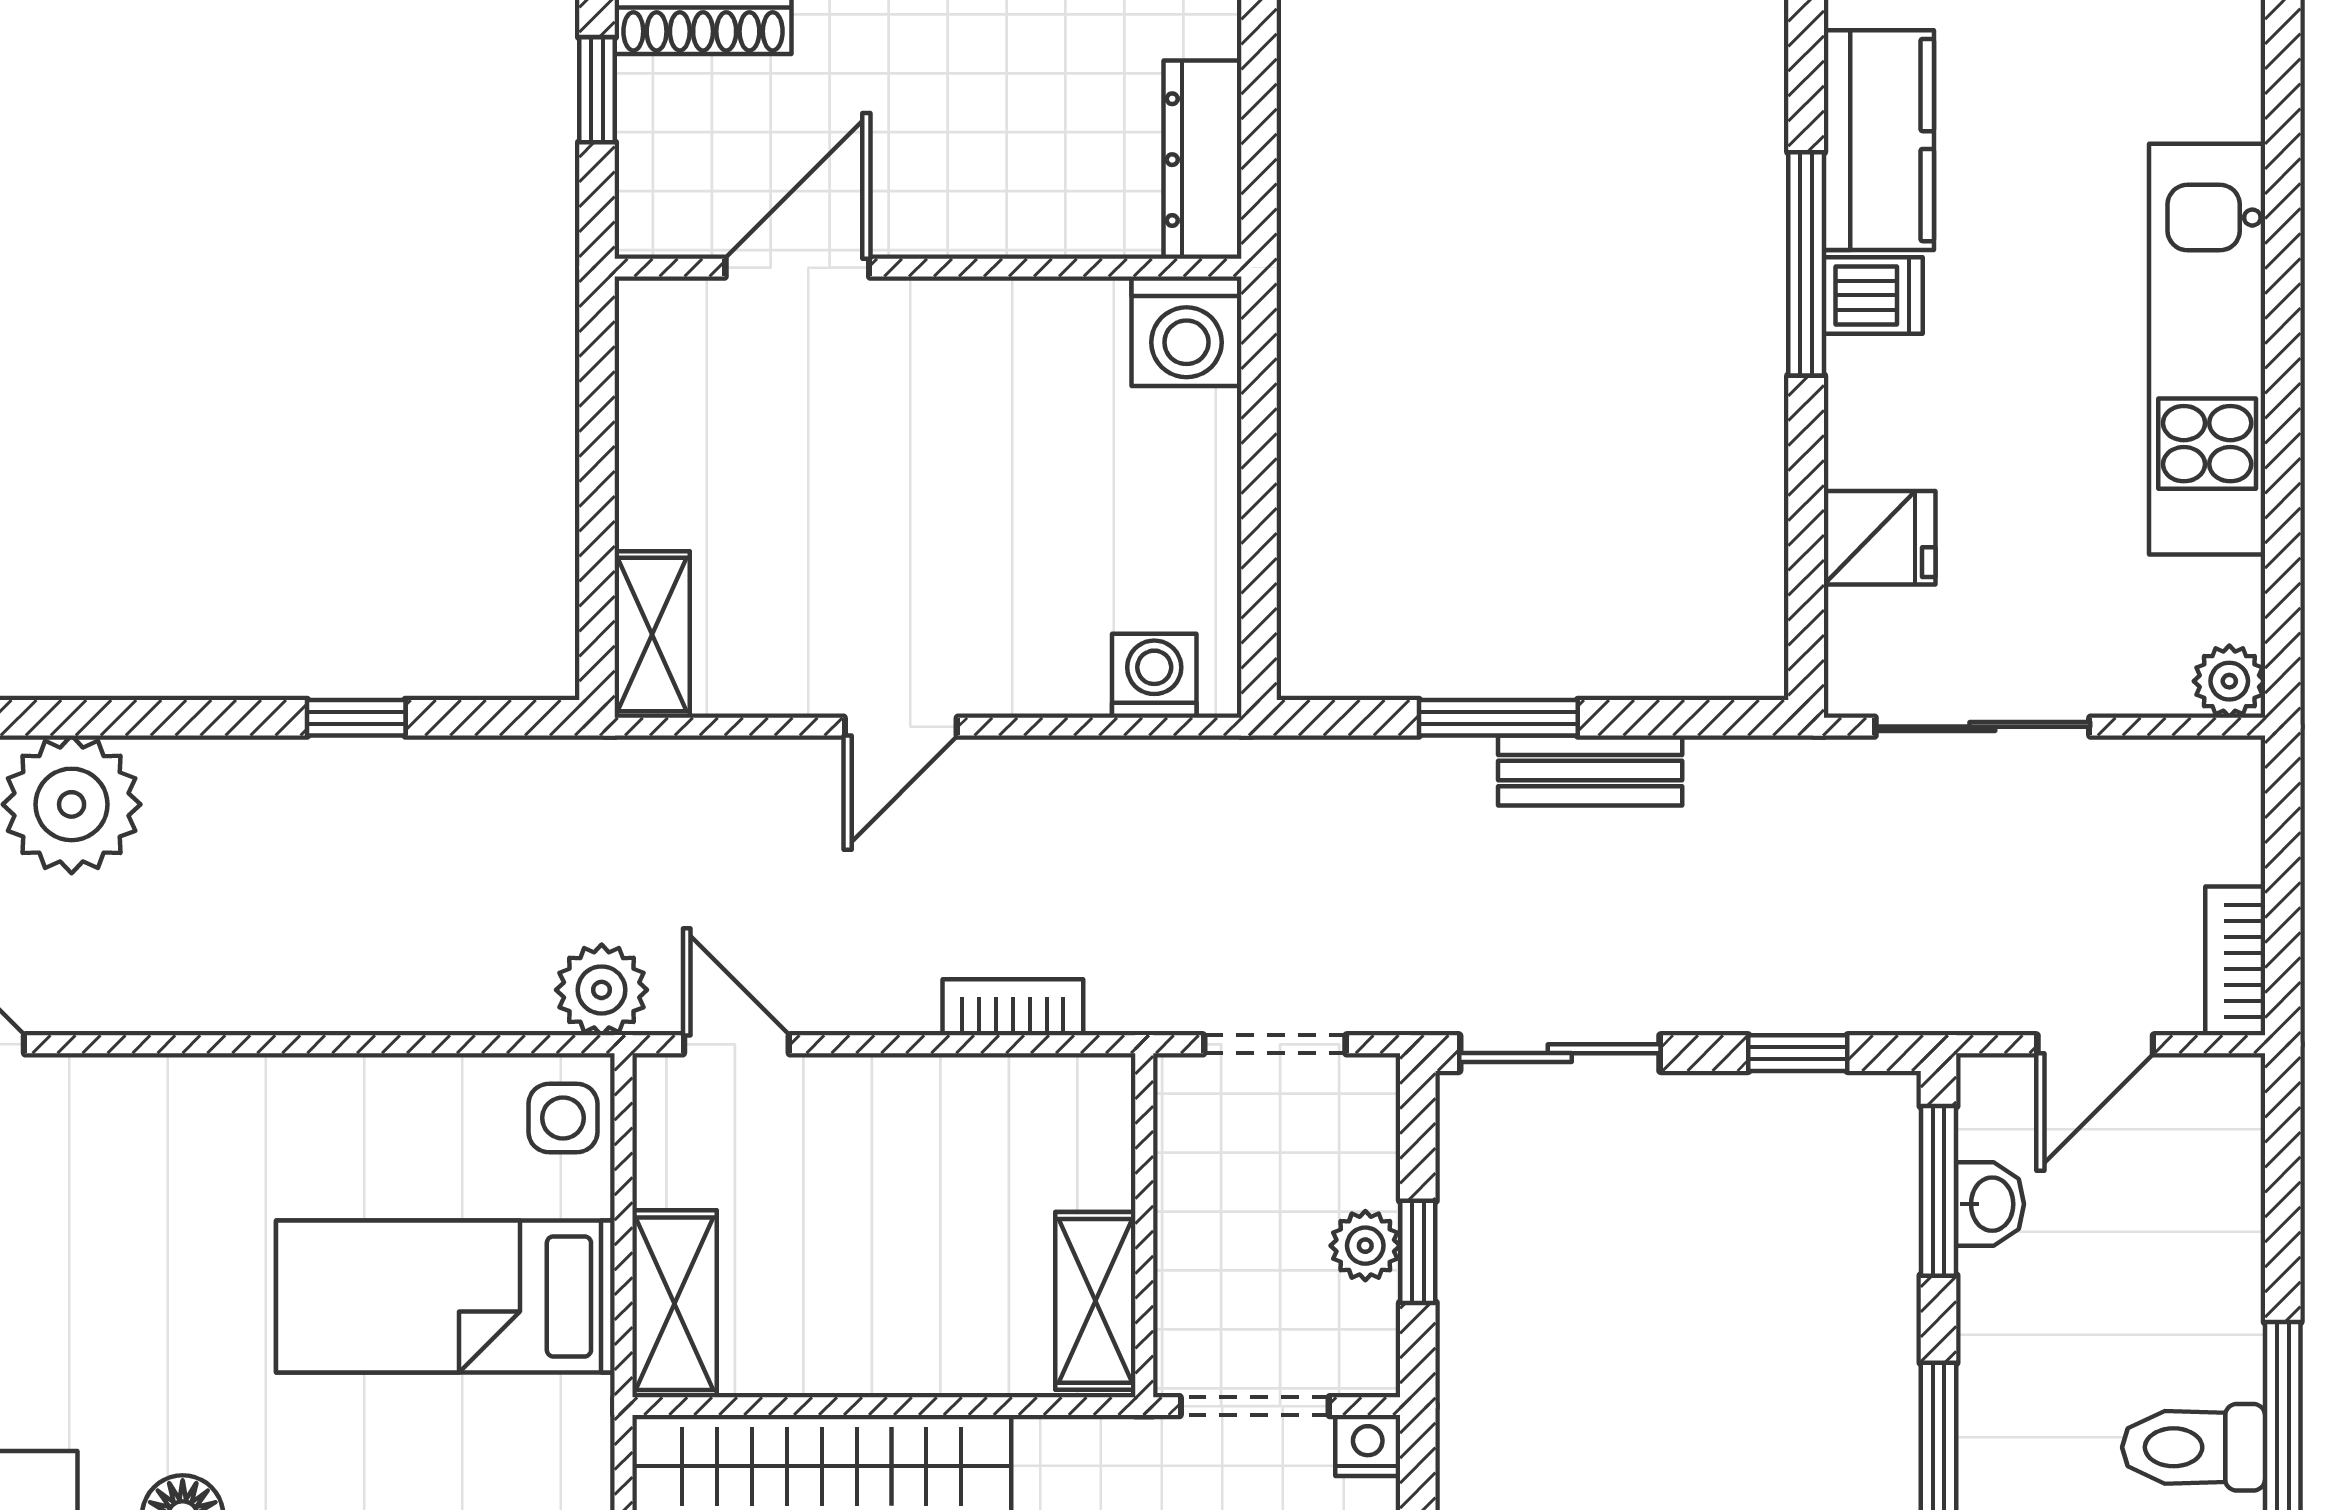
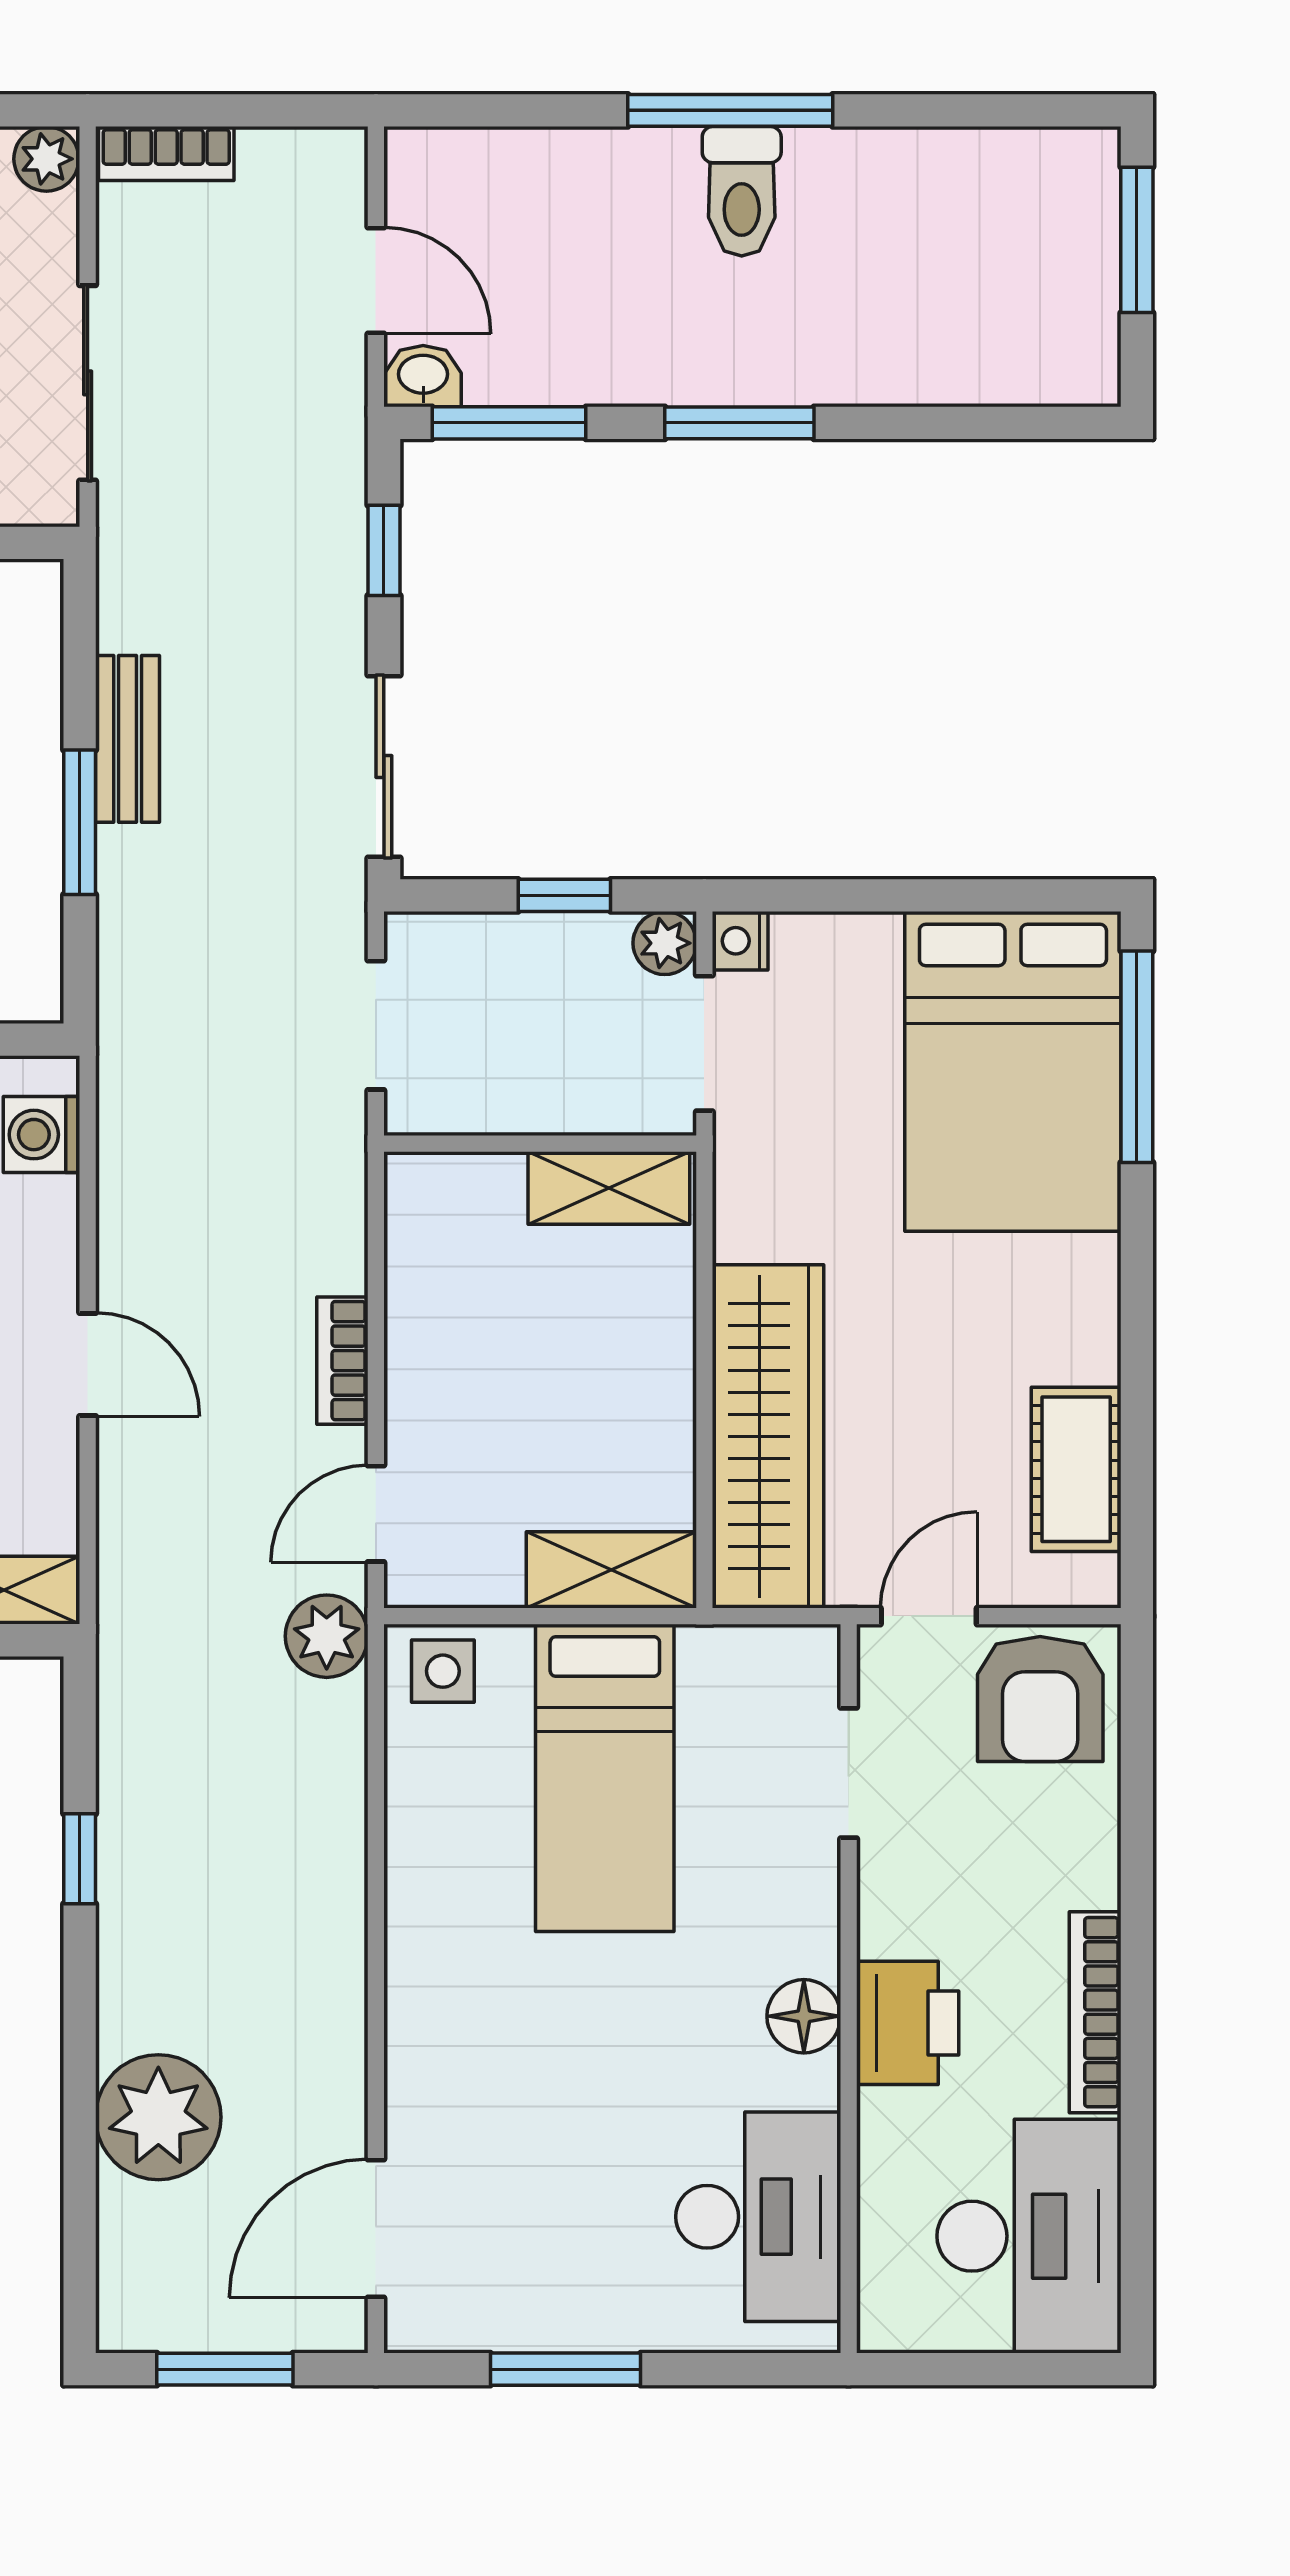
bookcase: (2235, 961) -> (166, 154), moved
bookcase: (1013, 1007) -> (342, 1361), moved
washbasin: (1990, 1204) -> (423, 376), moved
plant: (1365, 1246) -> (665, 943), moved

